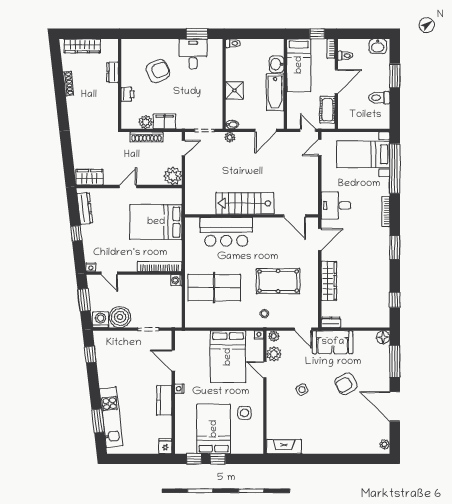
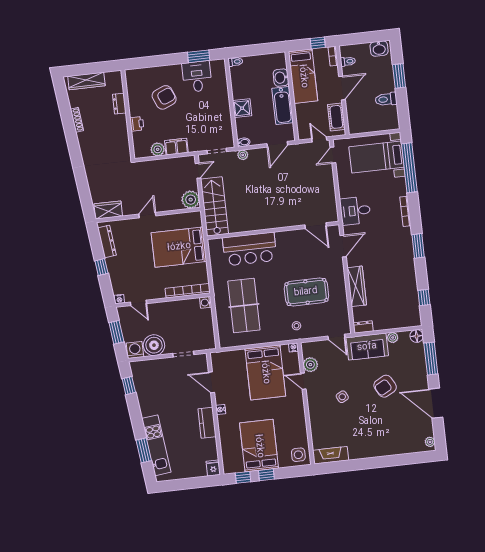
shoe rack: (146, 137) -> (160, 164), removed
stairs: (245, 203) -> (214, 206), moved, turned 90
table tennis table: (214, 288) -> (244, 306), turned 90
plant: (274, 336) -> (393, 337), moved
side table: (244, 413) -> (298, 455), moved

